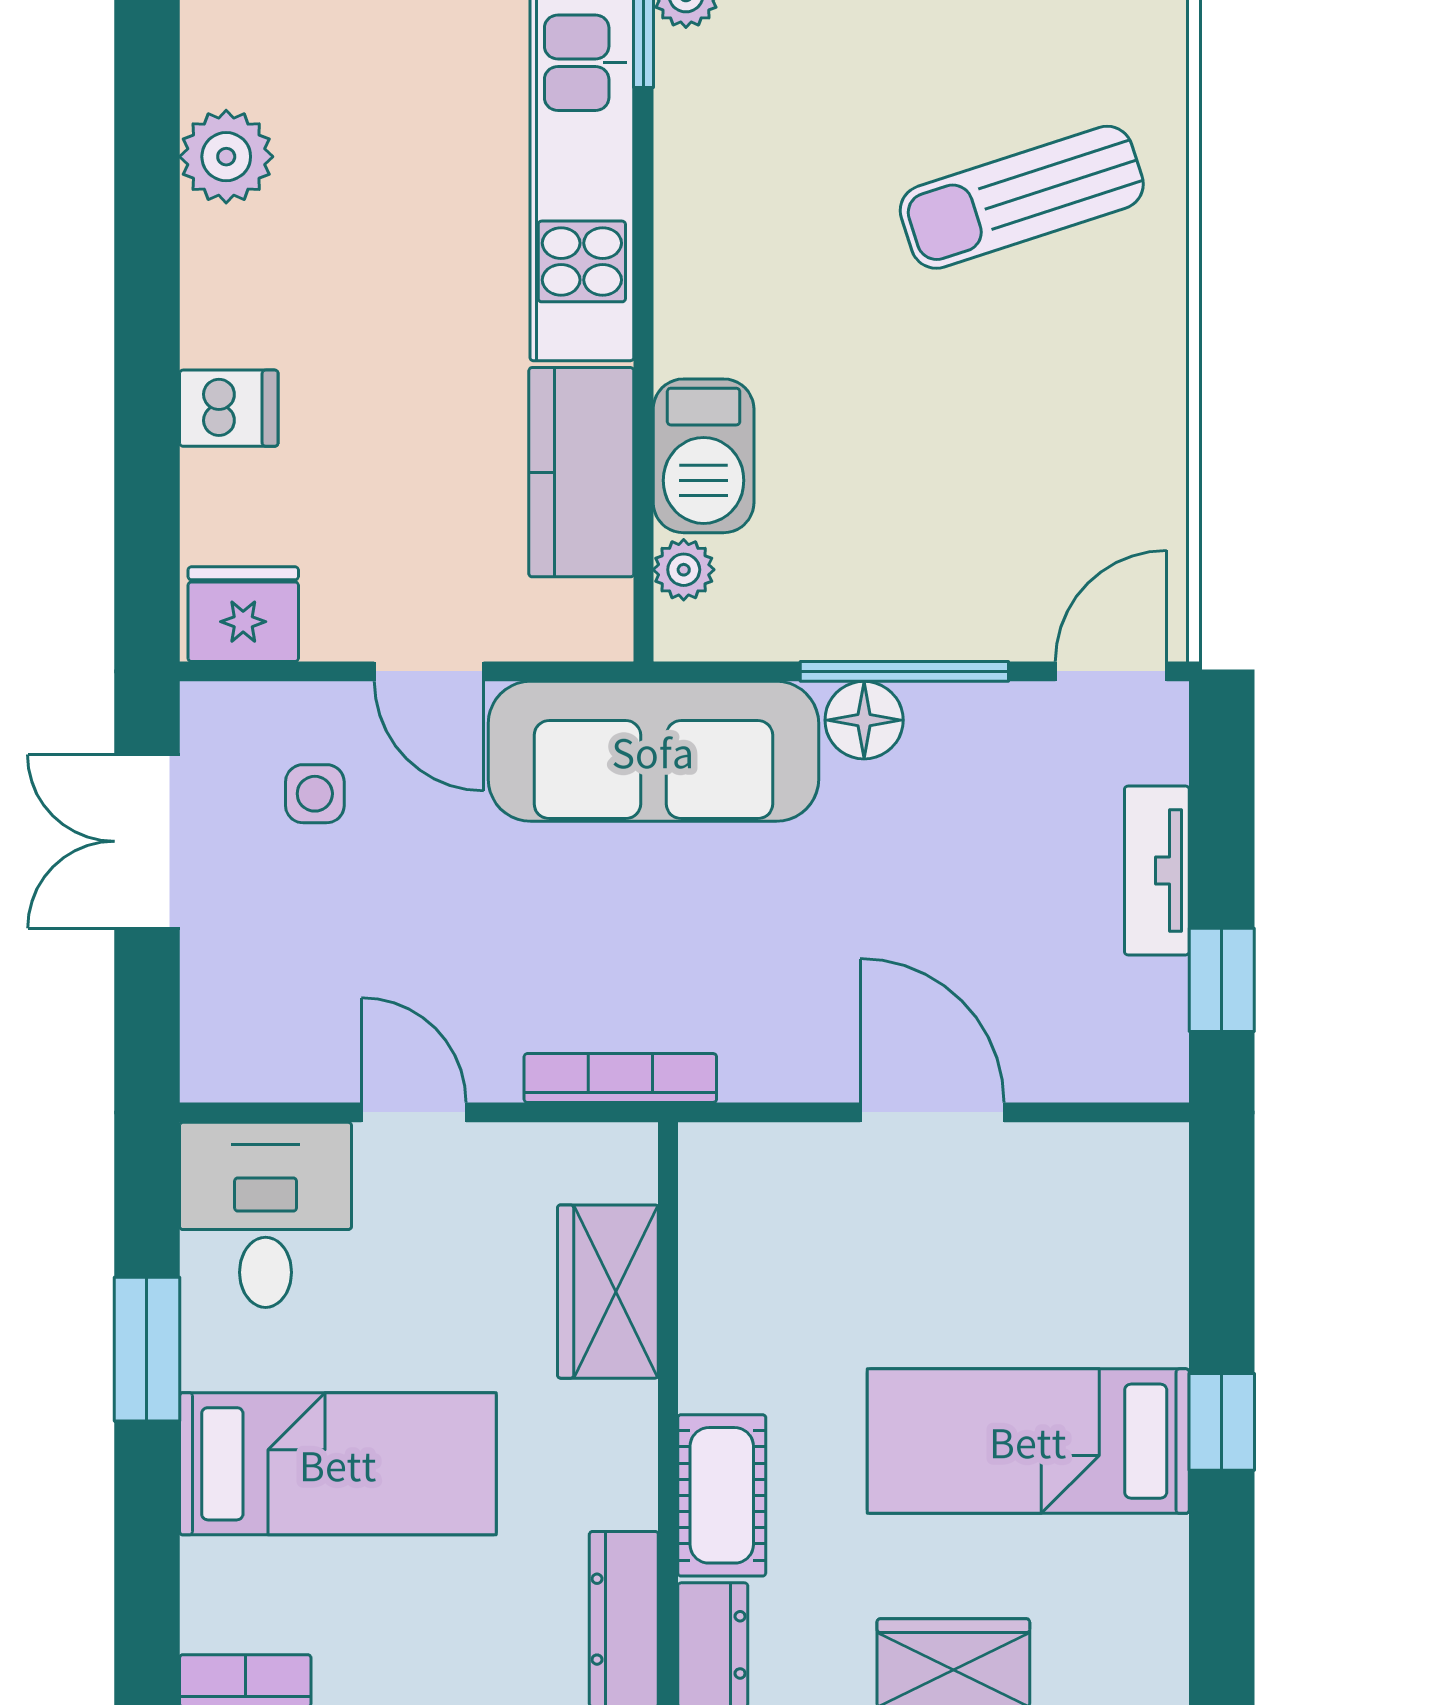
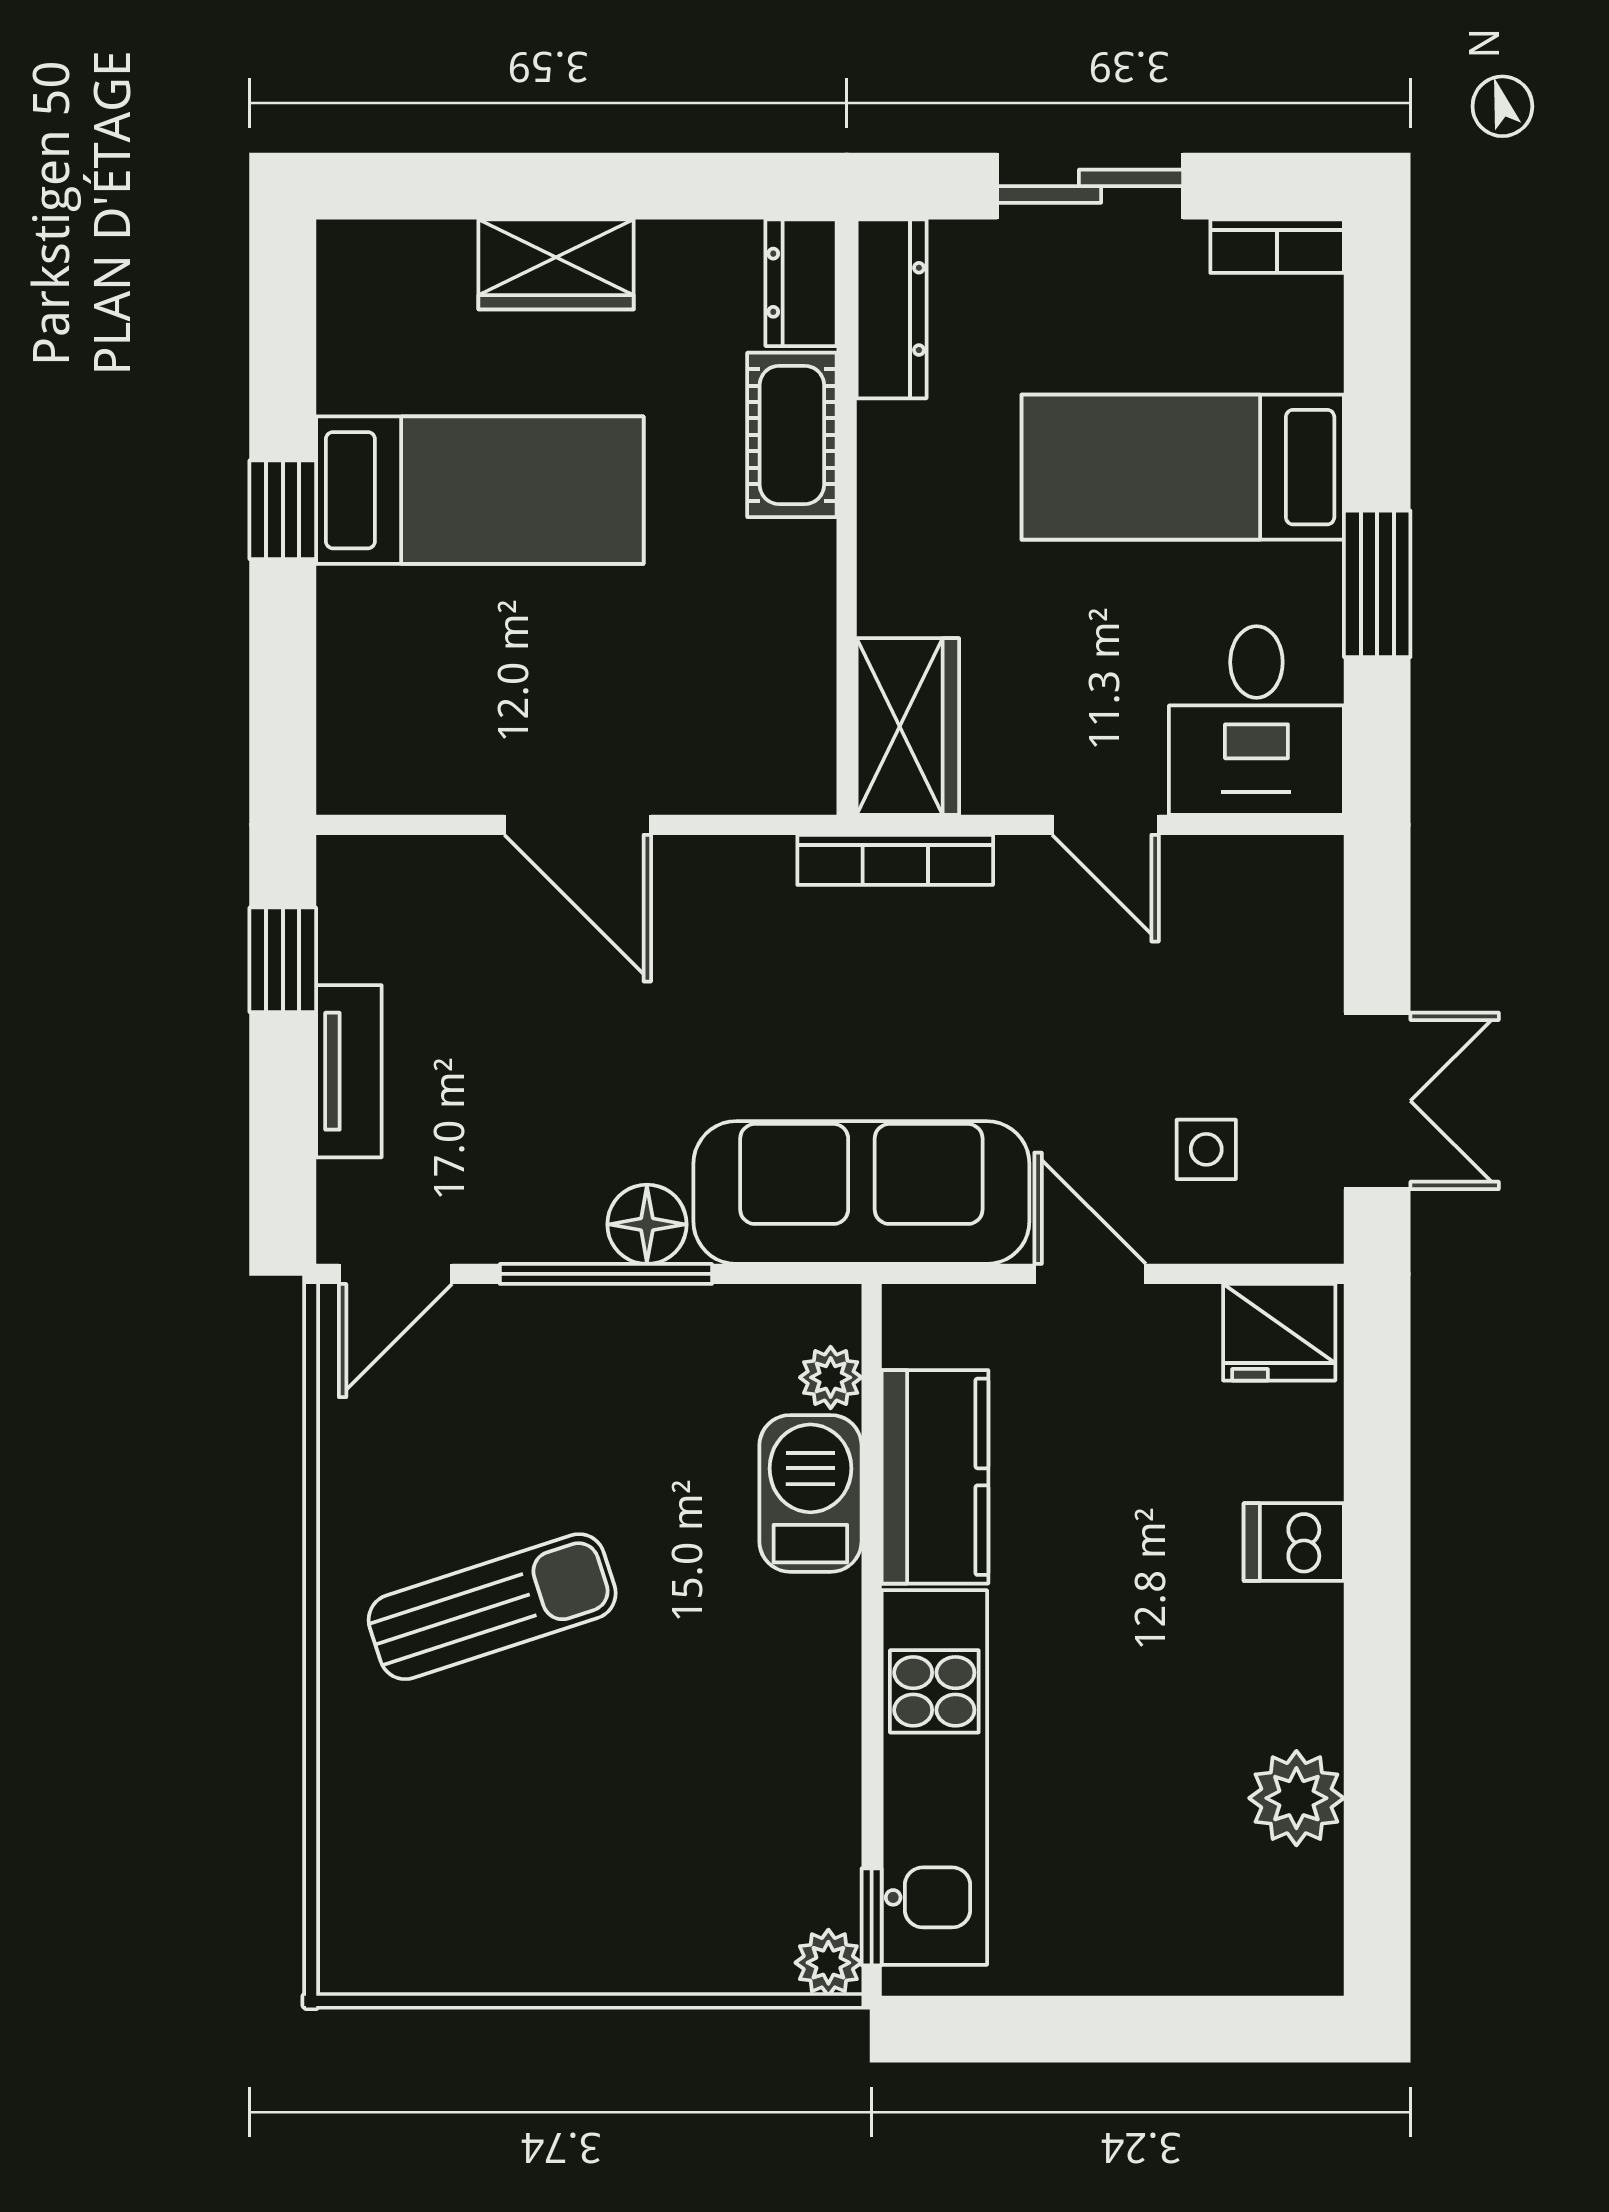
sun lounger: (1022, 197) -> (492, 1607), moved
wardrobe: (608, 1292) -> (908, 727), moved

